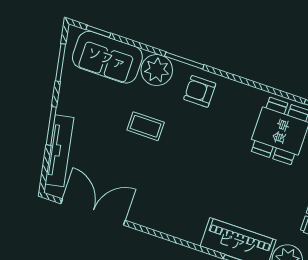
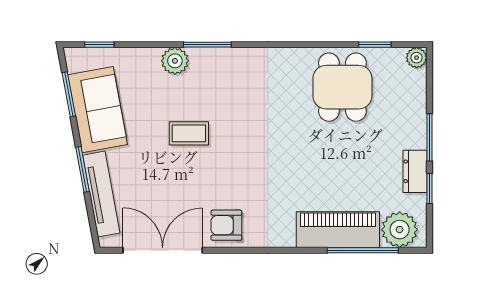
sofa: (107, 57) -> (98, 110), moved, turned -100
plant: (157, 70) -> (175, 61), width x0.73, depth x0.73
armchair: (200, 91) -> (226, 225), moved

